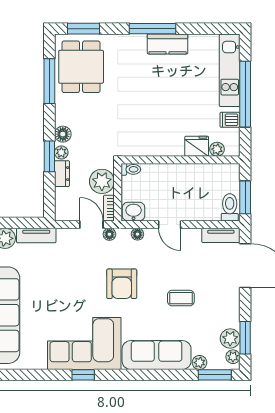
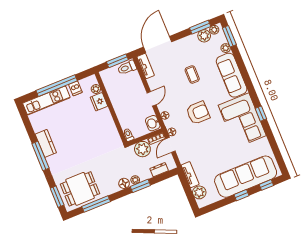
dresser: (62, 174) -> (159, 170), moved

